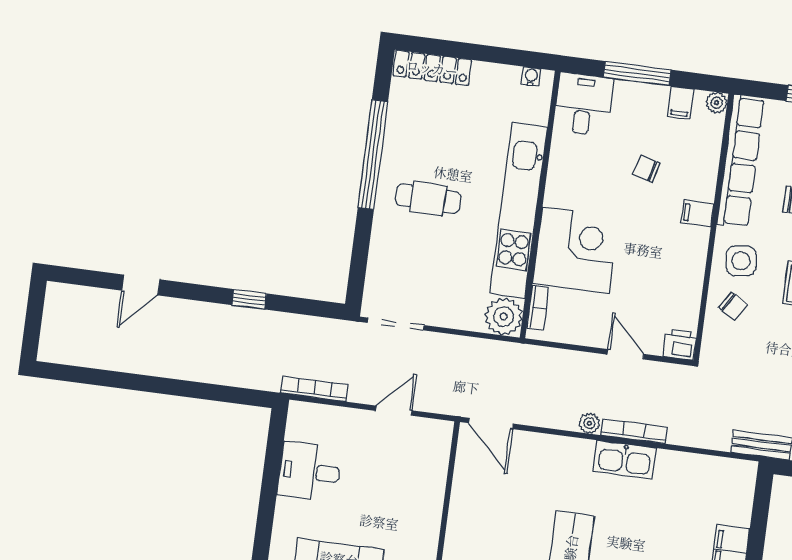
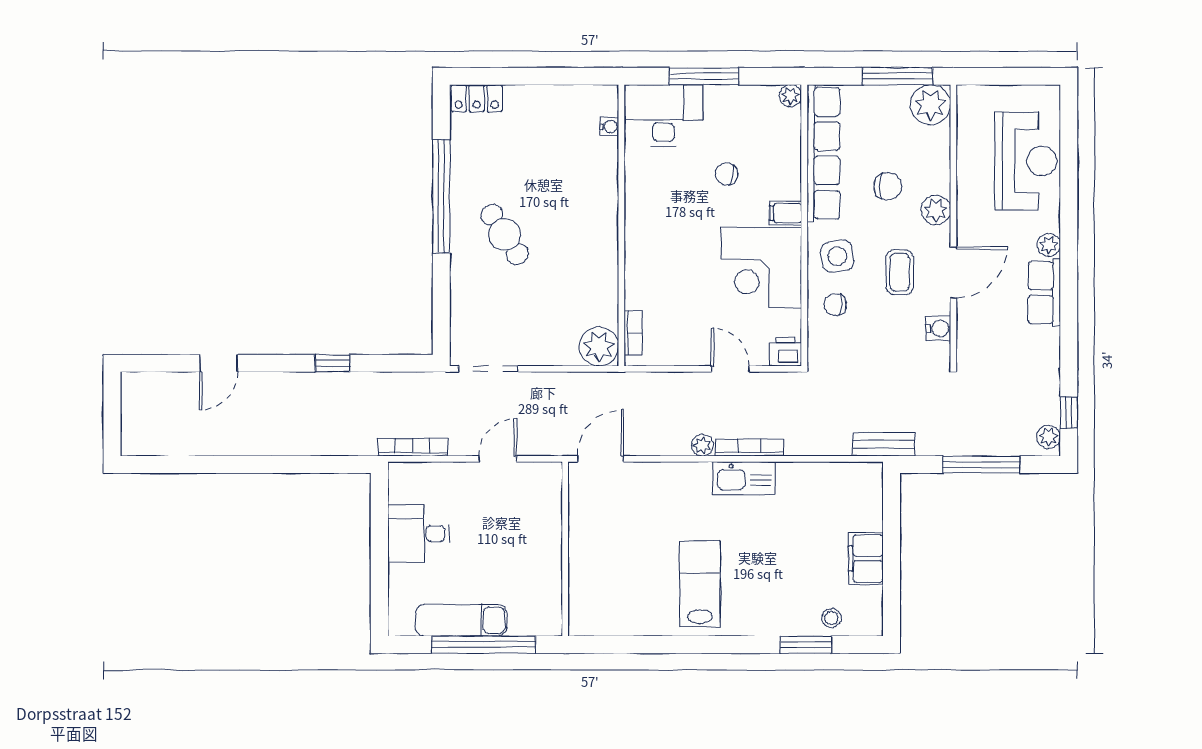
locker: (432, 68) -> (477, 98), width x0.66
water cooler: (531, 77) -> (609, 127), moved, turned 90
filing cabinet: (681, 103) -> (753, 101), removed
desk: (584, 104) -> (663, 115), width x1.37
cafe table: (428, 199) -> (505, 235), turned 56
kitchen unit: (519, 210) -> (600, 234), removed
corner desk: (576, 250) -> (761, 268), moved, turned 180
chair: (733, 306) -> (835, 305), turned 148
door: (491, 423) -> (600, 459), swing flipped

